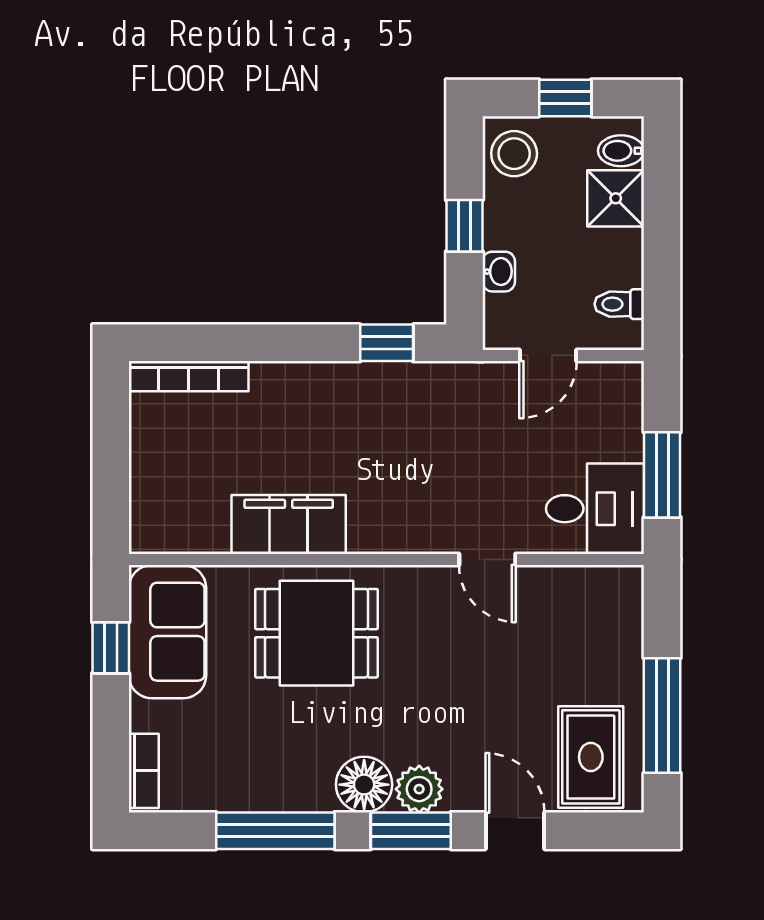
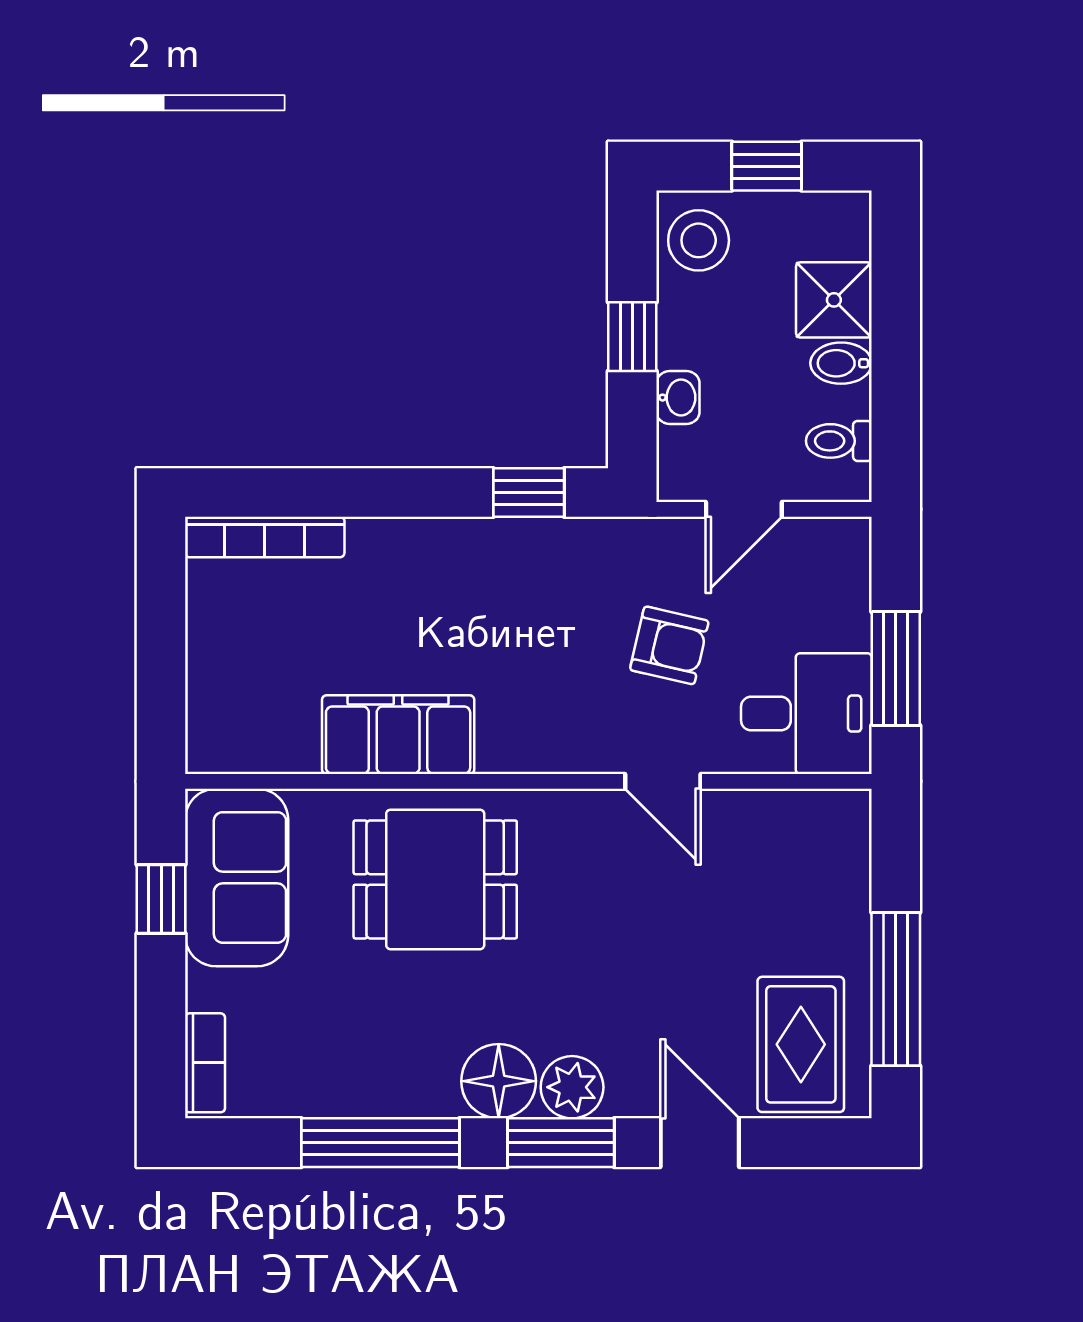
bidet: (621, 151) -> (841, 363), moved
armchair: (492, 458) -> (669, 645), added

